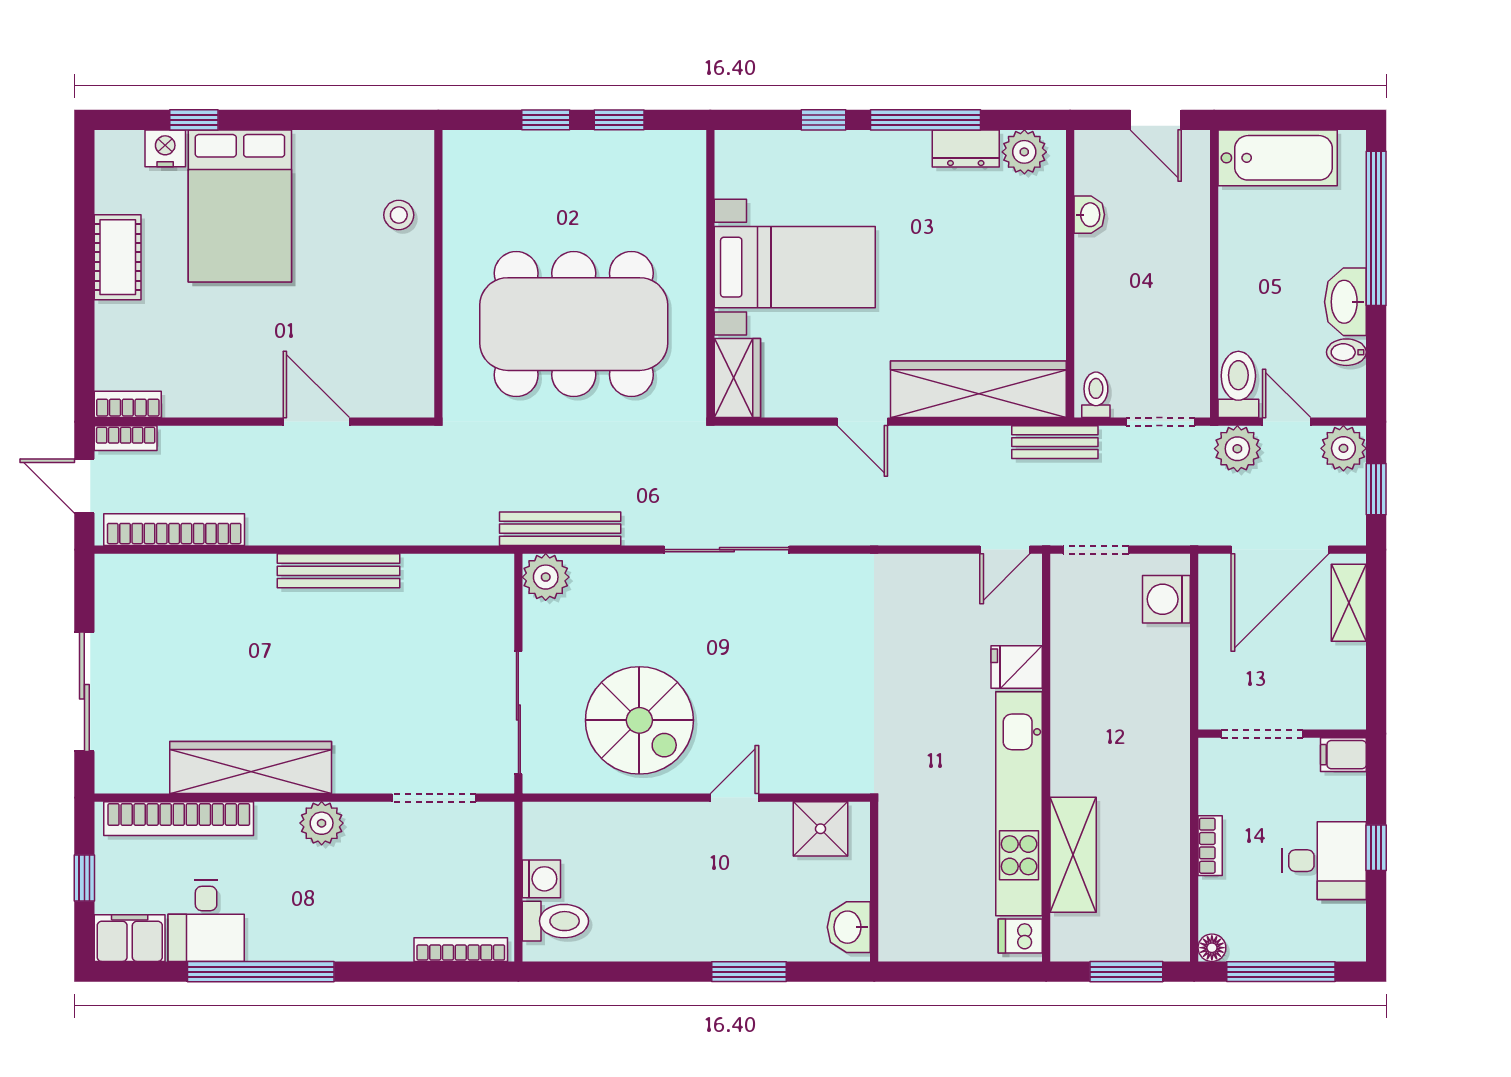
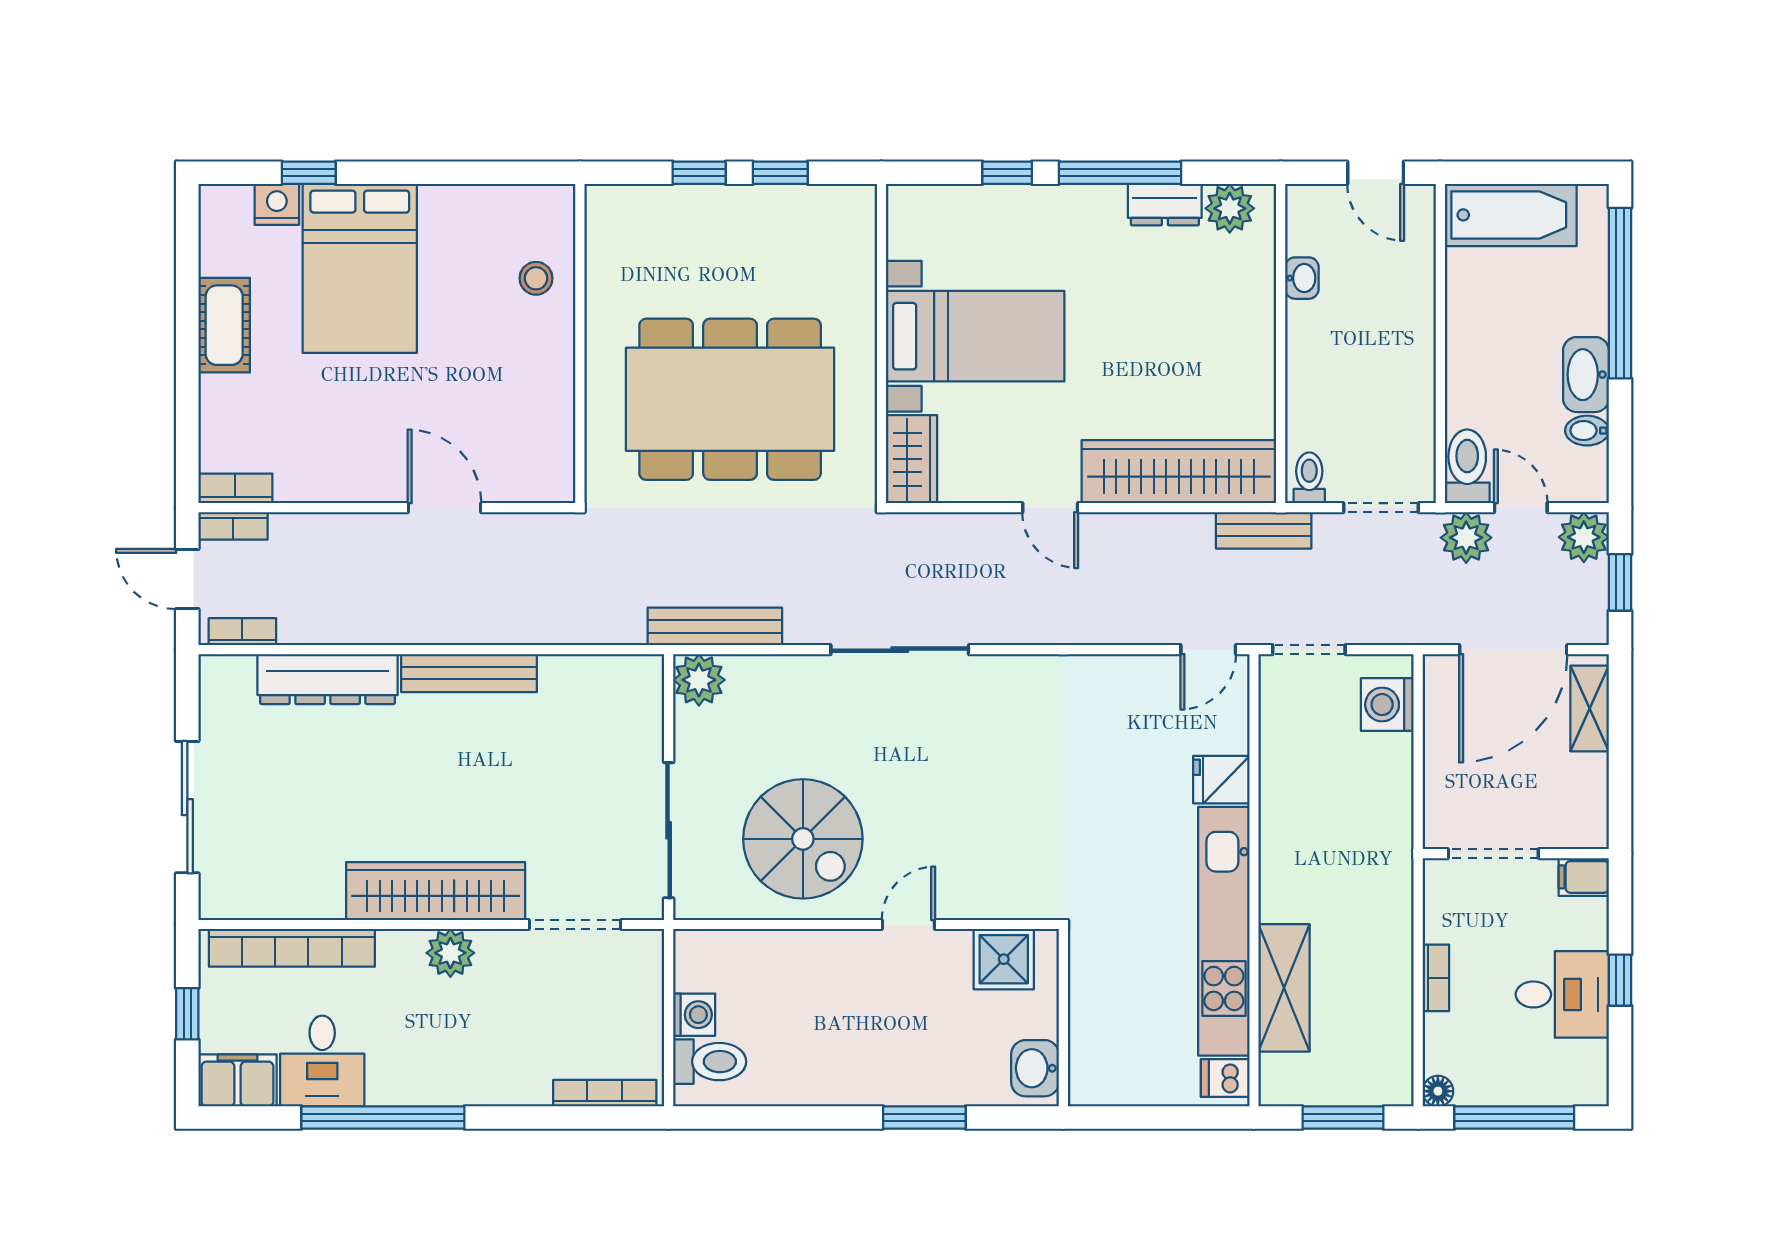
bookcase: (174, 530) -> (242, 632), width x0.43, depth x0.76
dresser: (211, 576) -> (328, 679), added
wardrobe: (251, 767) -> (436, 891), moved

